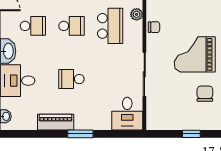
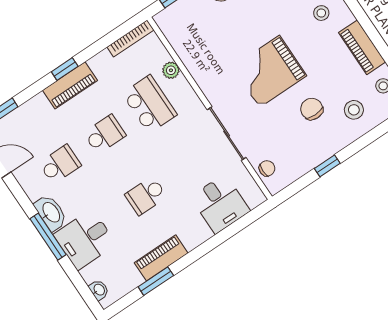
chair: (154, 27) -> (267, 168), moved
desk: (127, 114) -> (220, 204), moved
window: (80, 134) -> (156, 281), moved

